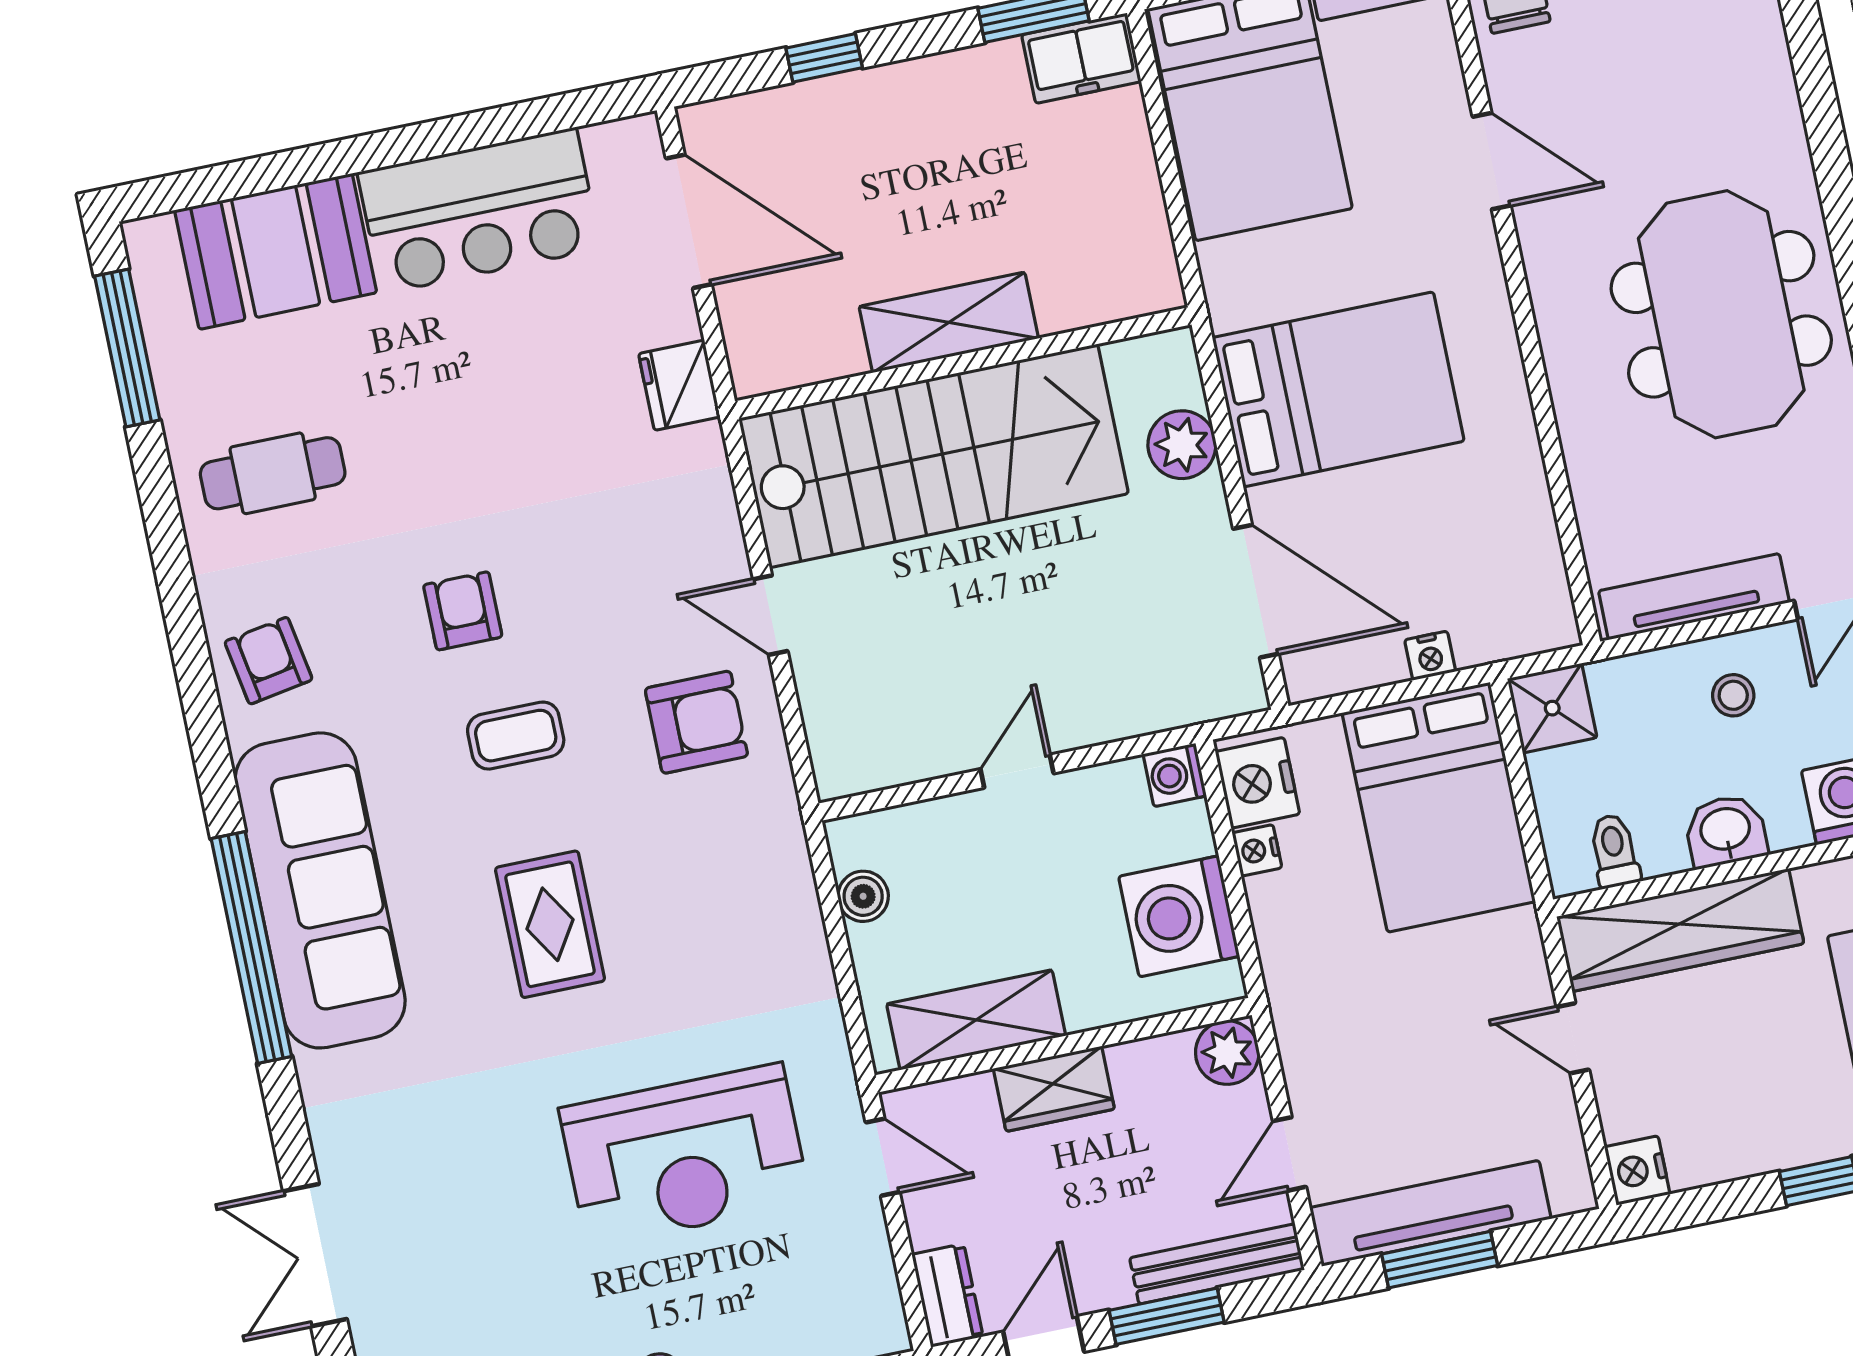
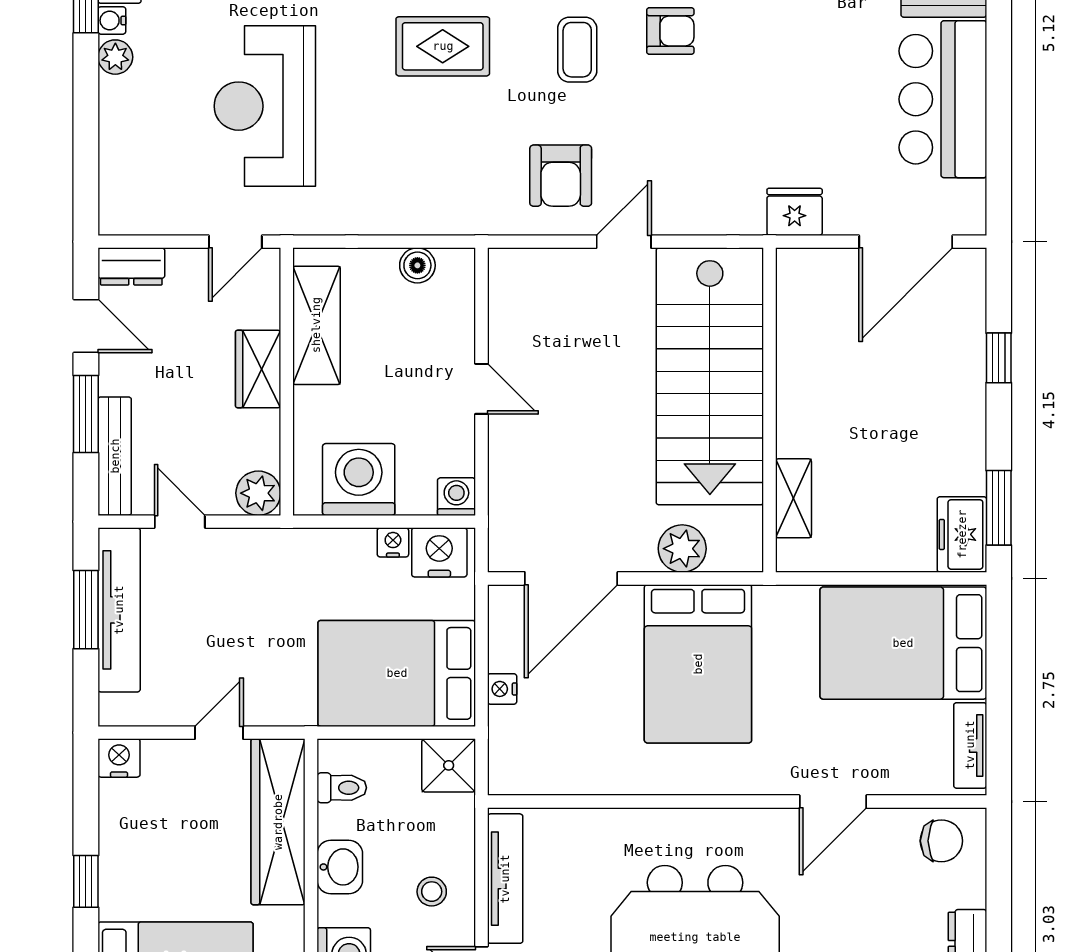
shelving: (949, 322) -> (793, 498), moved, width x0.67, depth x0.75

